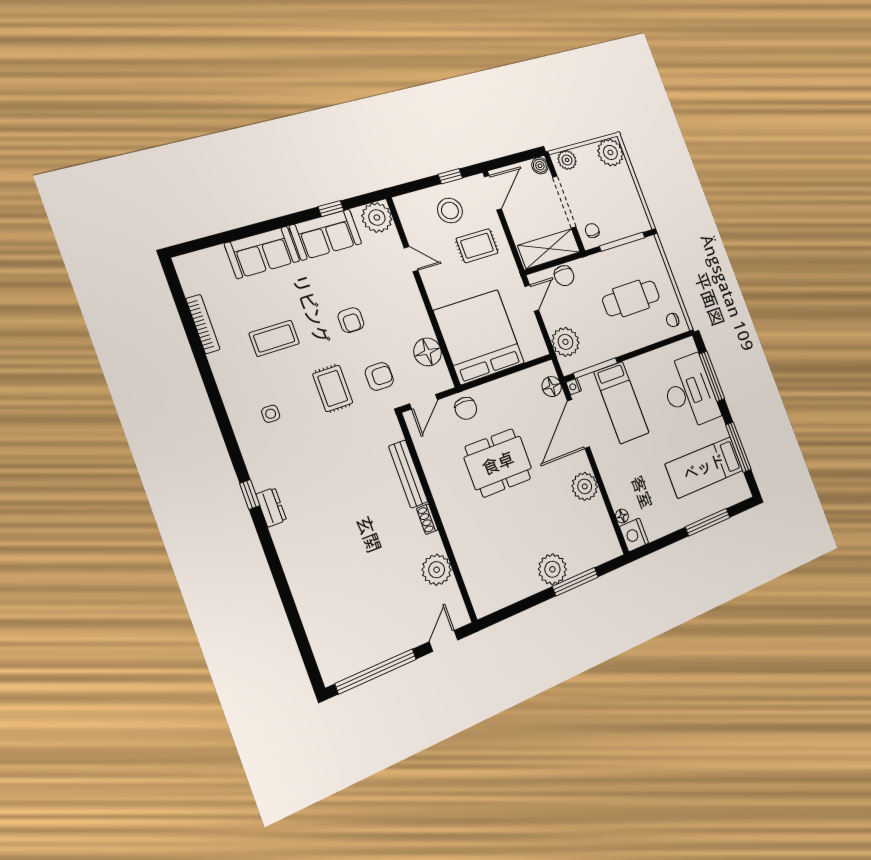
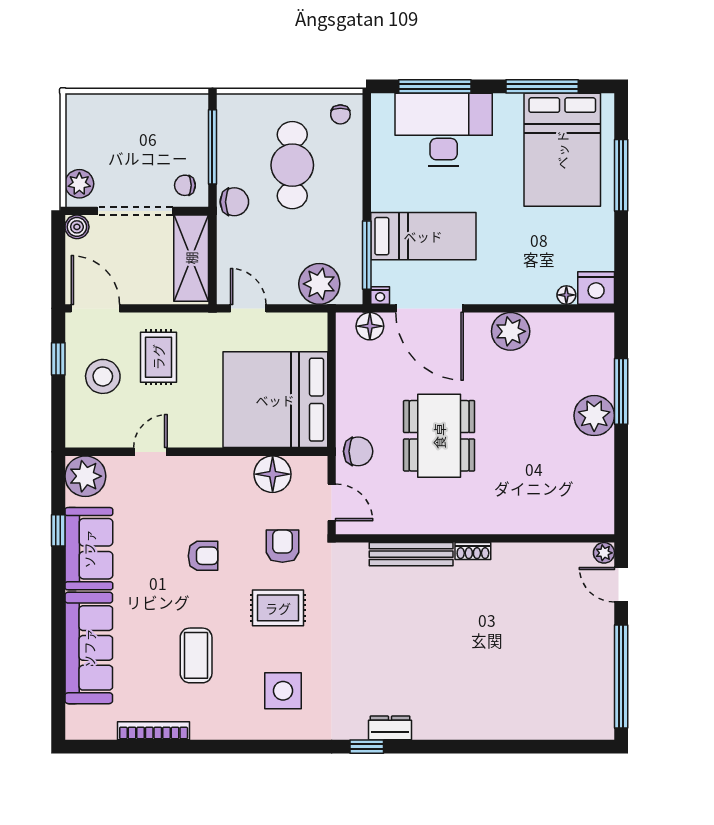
plant: (610, 152) -> (86, 114), removed
sofa: (262, 252) -> (89, 648), width x1.36
chair: (564, 276) -> (234, 202), moved
side table: (271, 414) -> (283, 691), width x1.87, depth x1.87
bed: (704, 467) -> (562, 150), width x1.50
plant: (437, 570) -> (604, 553), moved, width x0.53, depth x0.53

